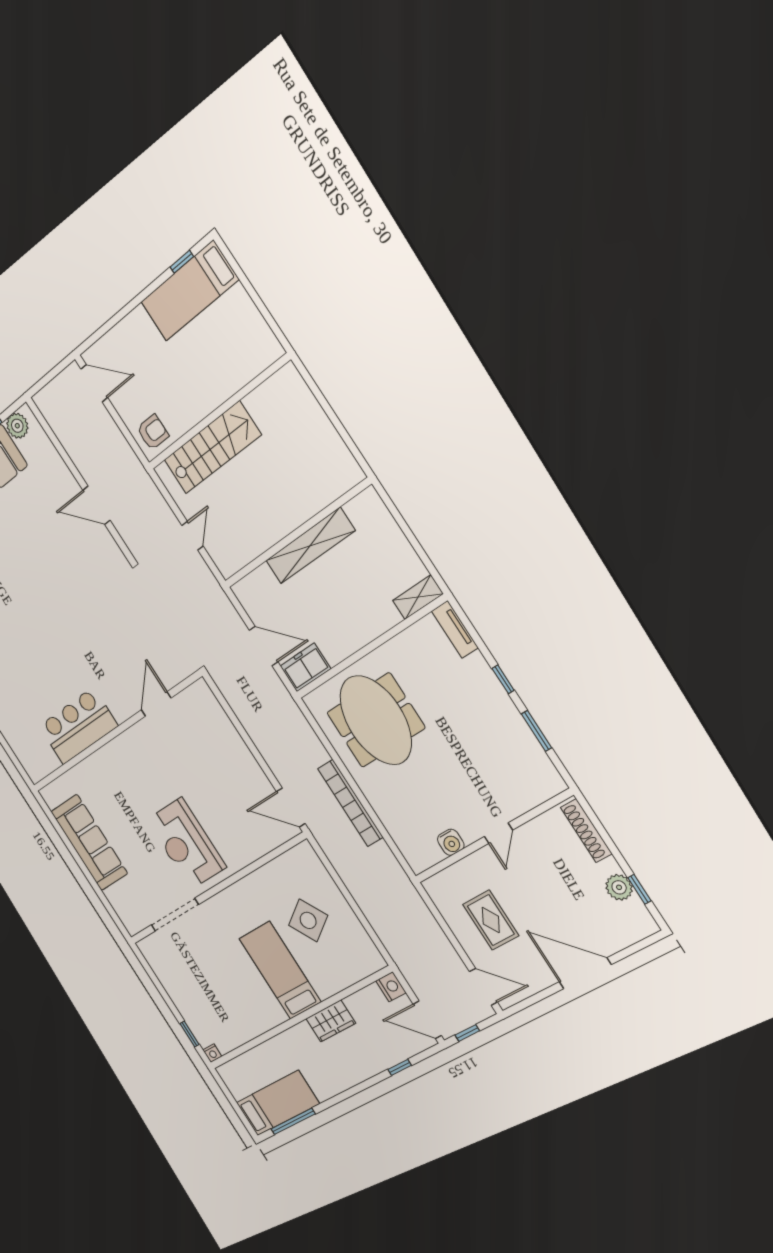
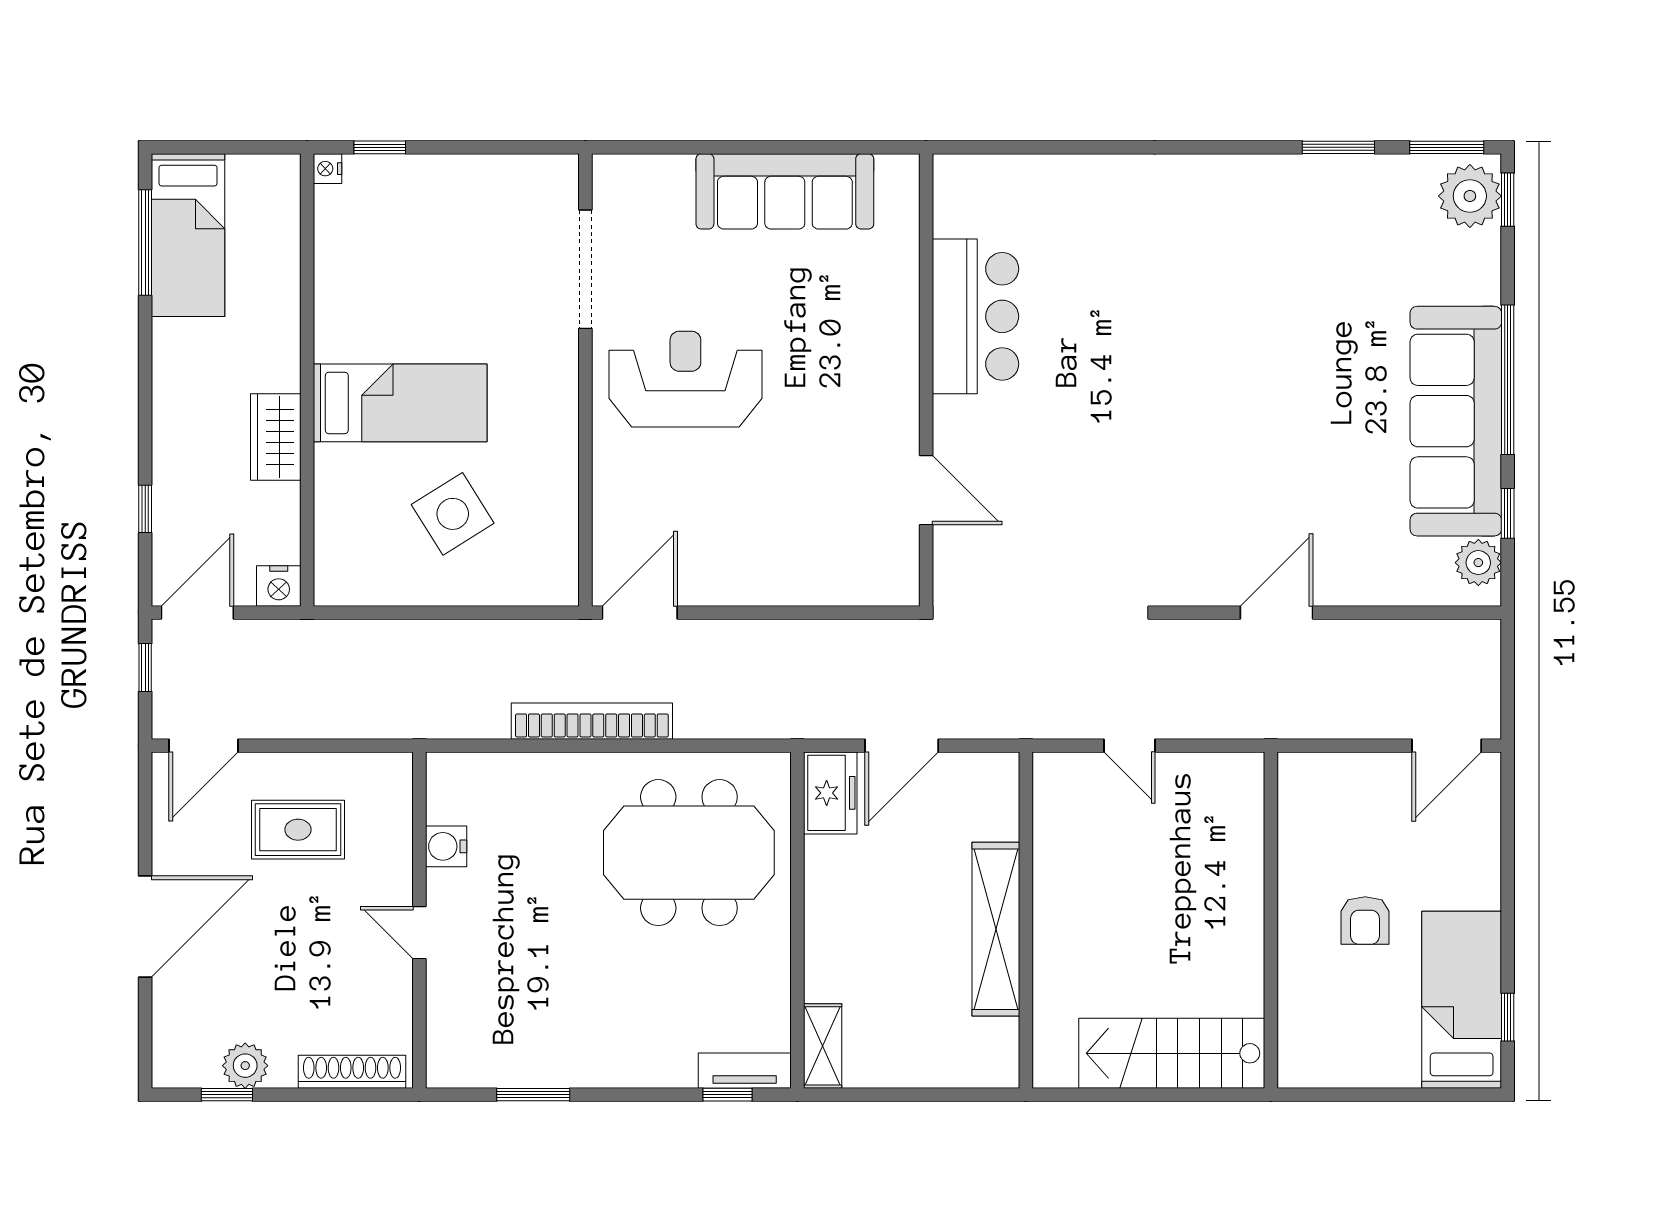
armchair: (153, 432) -> (1365, 921), moved
stairs: (212, 448) -> (1172, 1053), moved, turned 90
window: (503, 679) -> (727, 1095), moved

